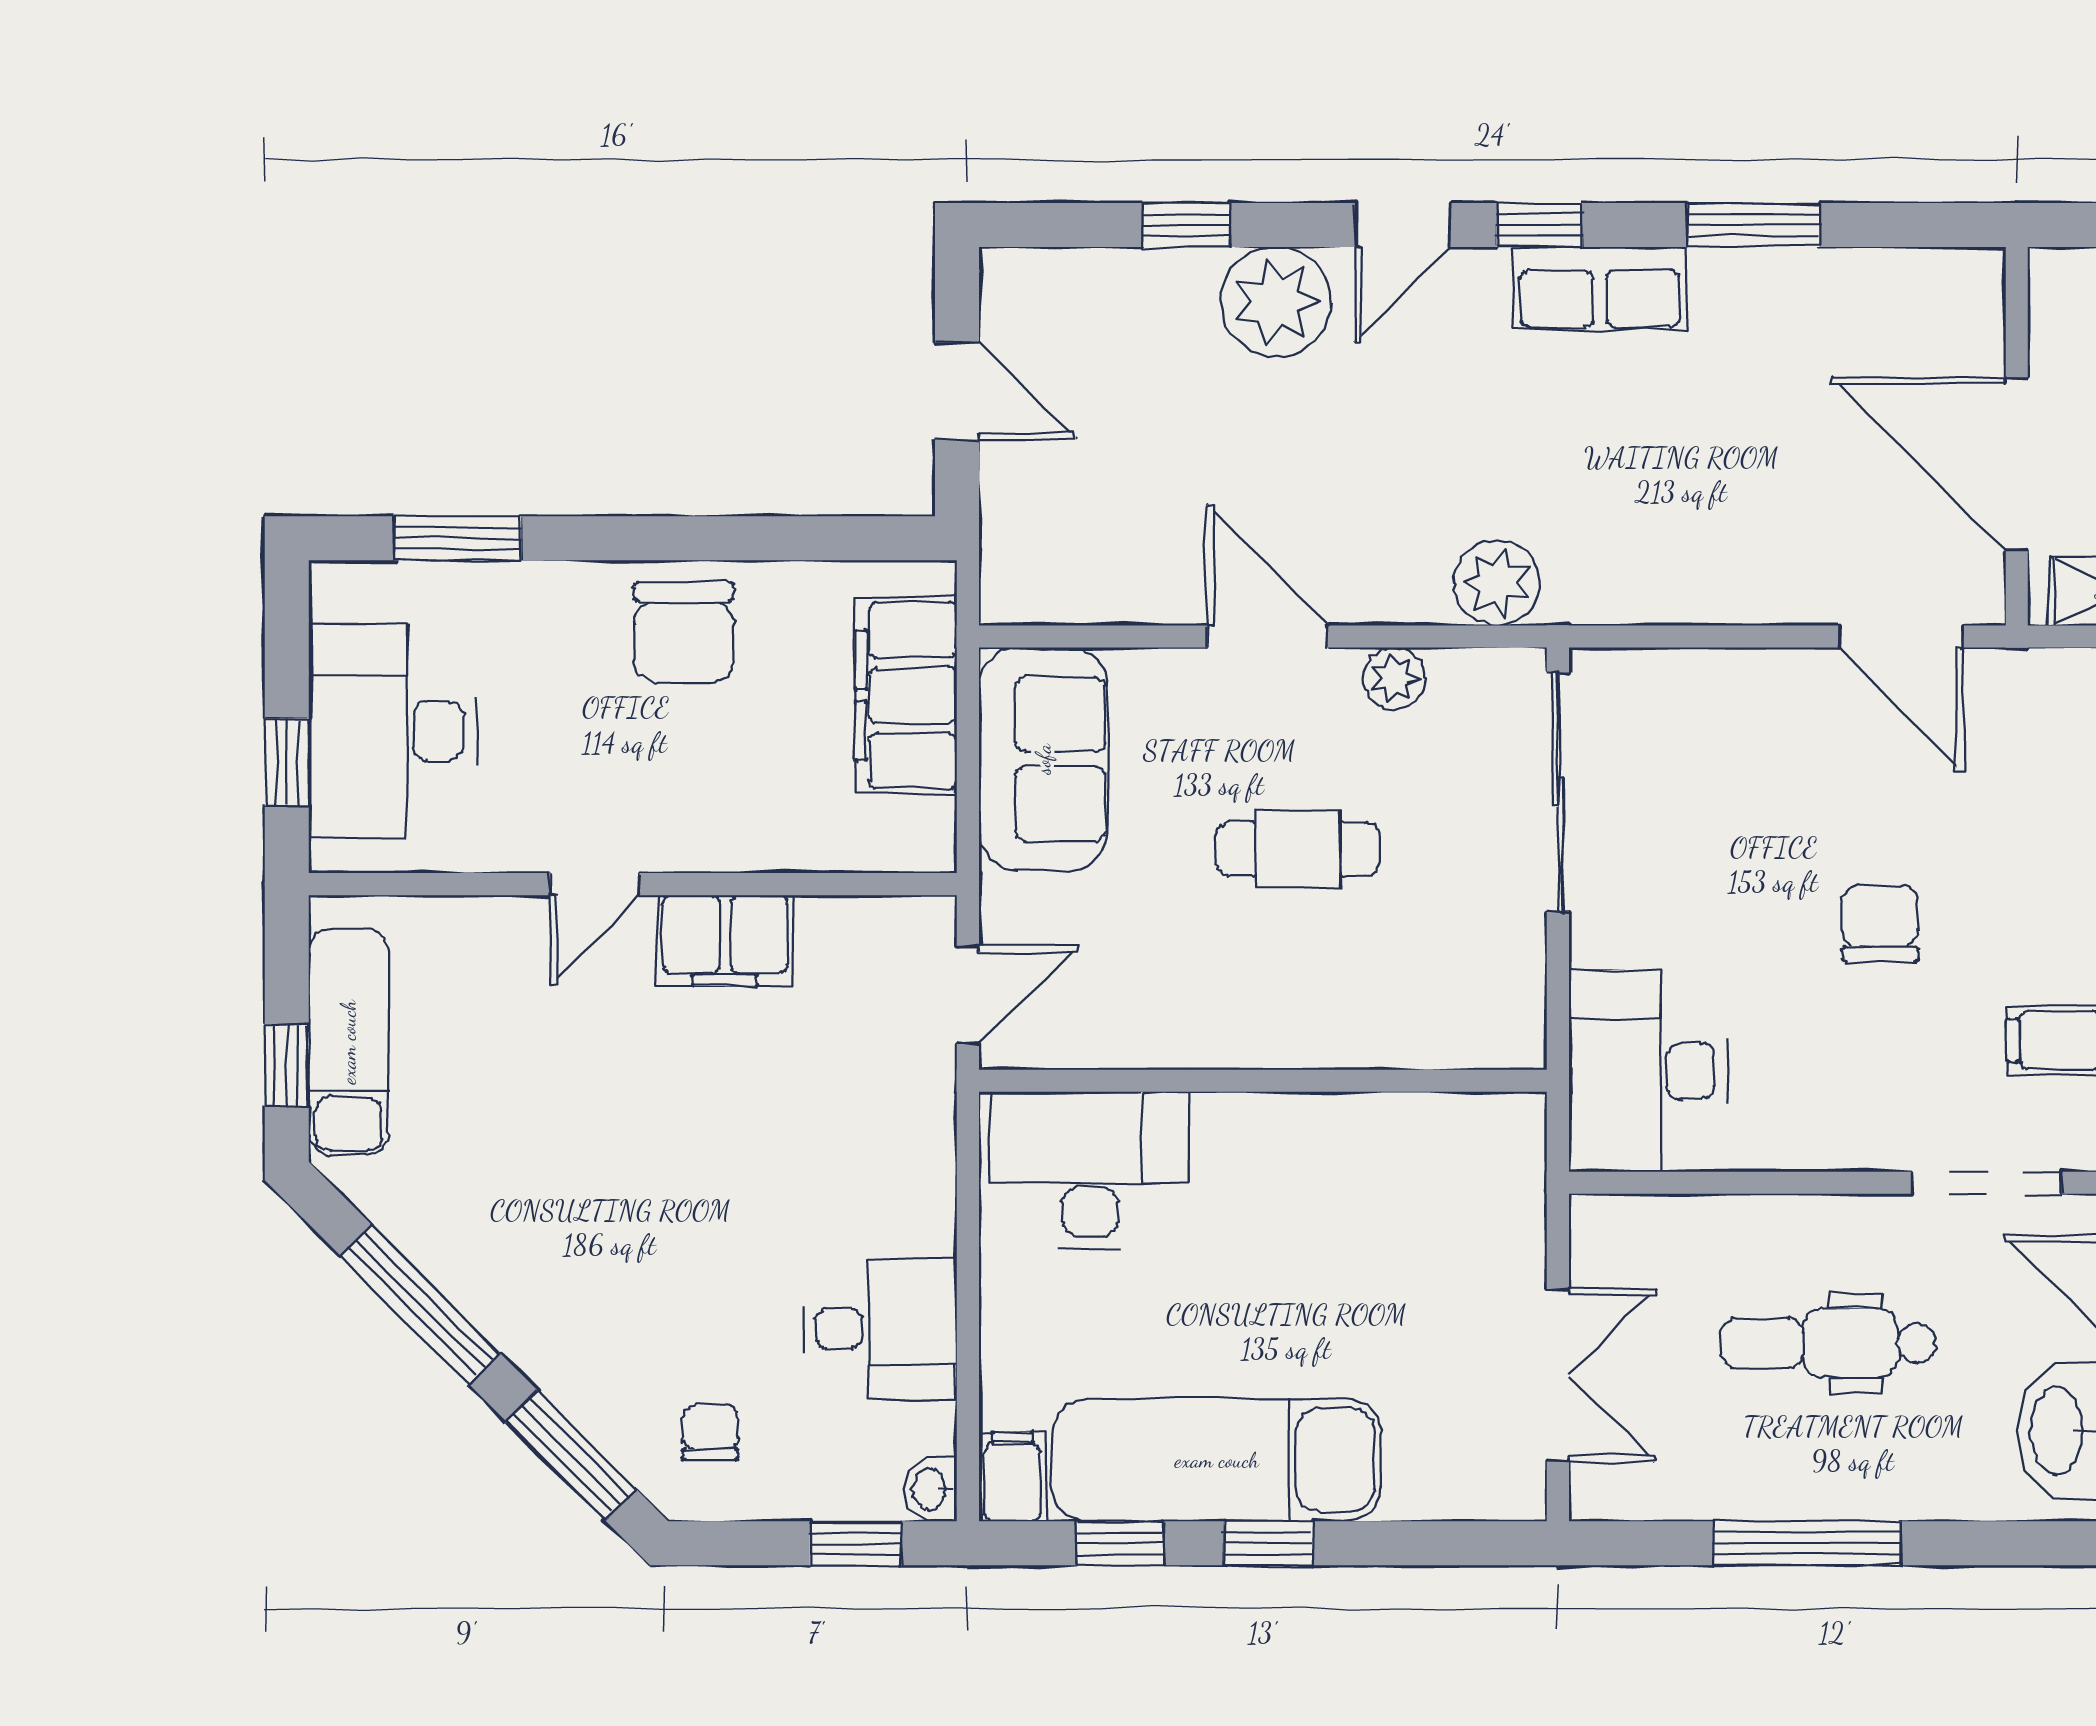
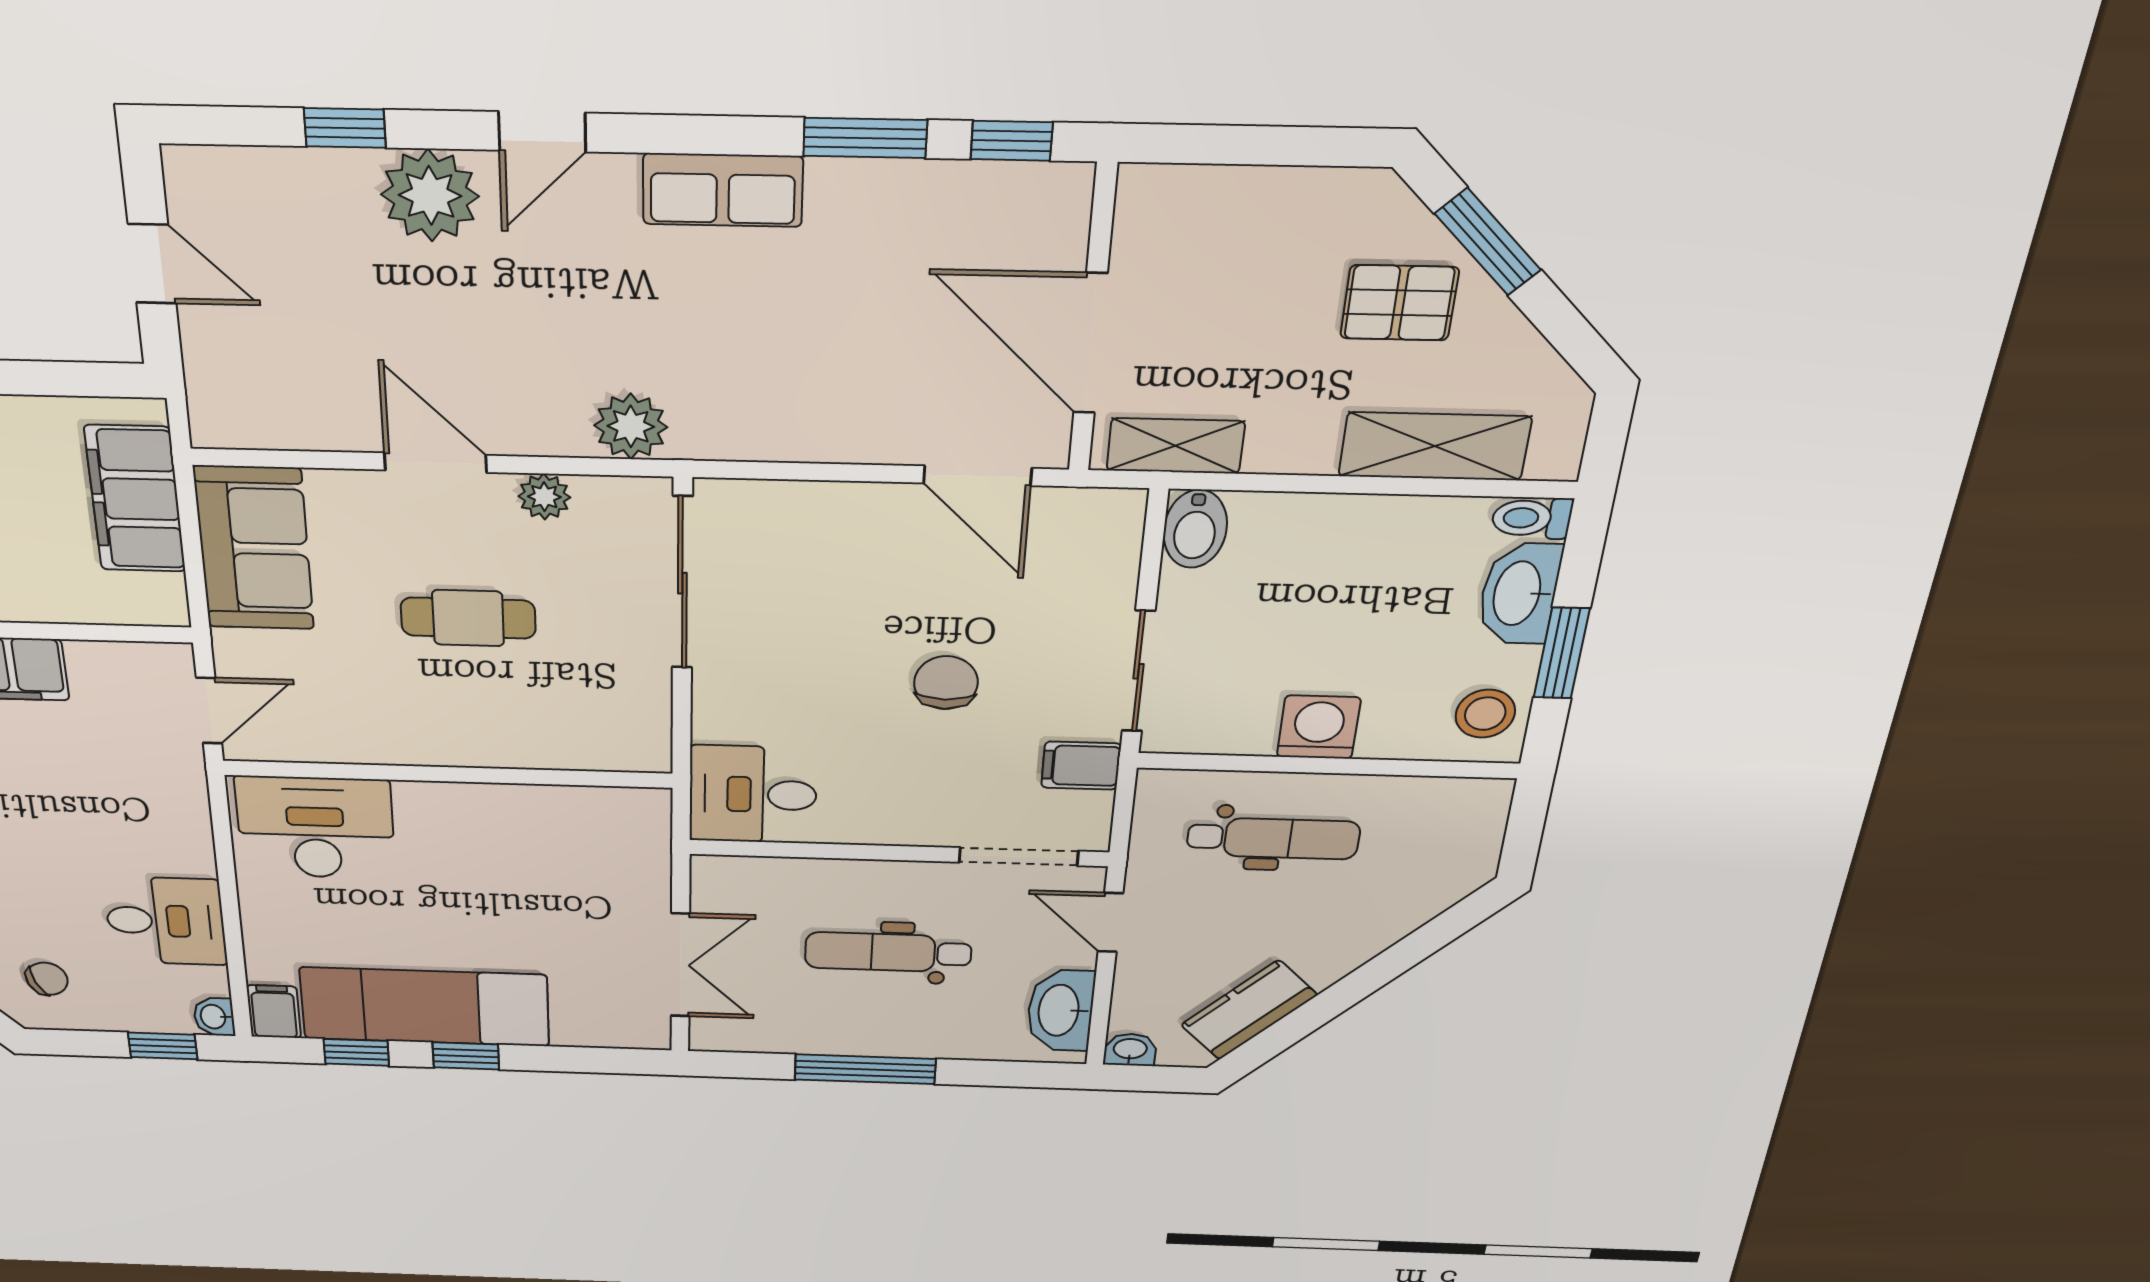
window: (1540, 225) -> (1012, 141), moved
desk: (1648, 1071) -> (753, 794), width x0.73
chair: (710, 1433) -> (47, 979), turned 67

